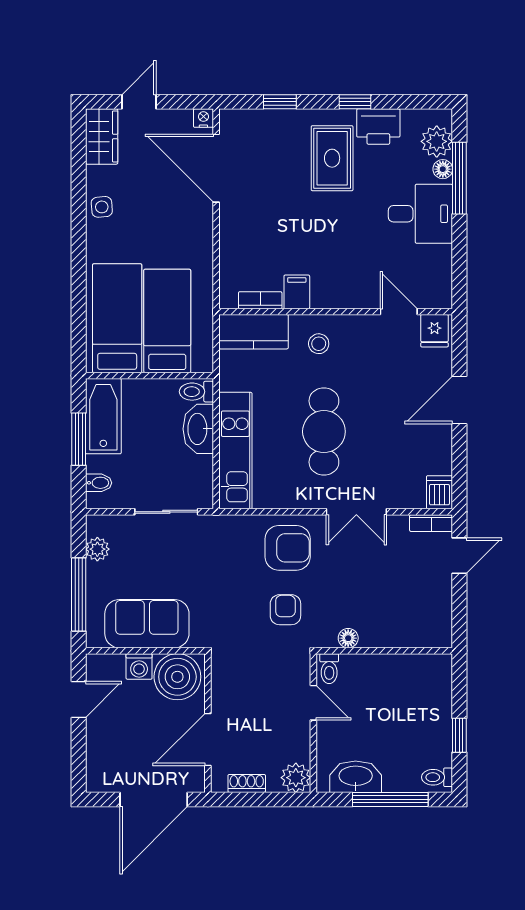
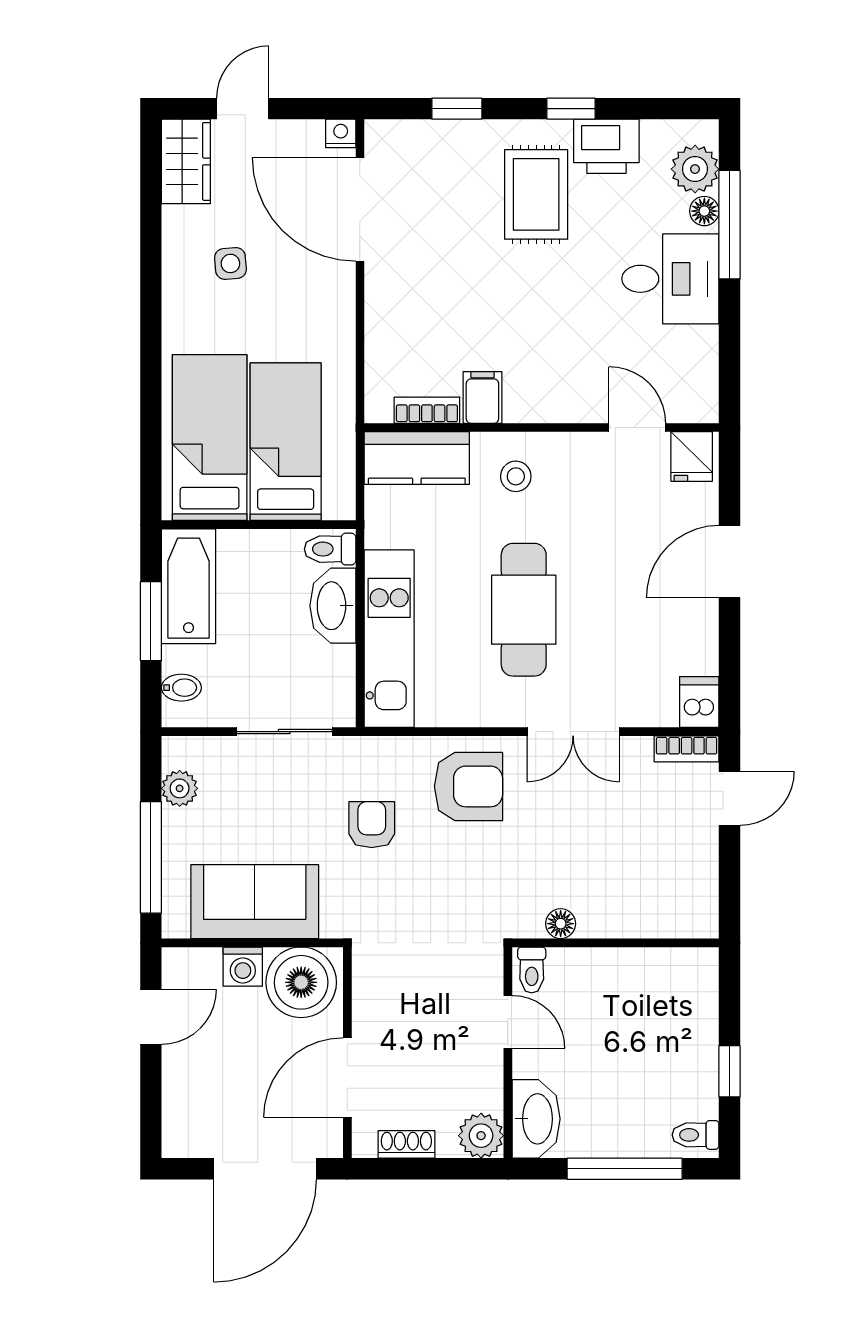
side table: (102, 207) -> (230, 263), moved
armchair: (285, 610) -> (372, 825), moved
washbasin: (356, 777) -> (536, 1119), moved, turned 90

